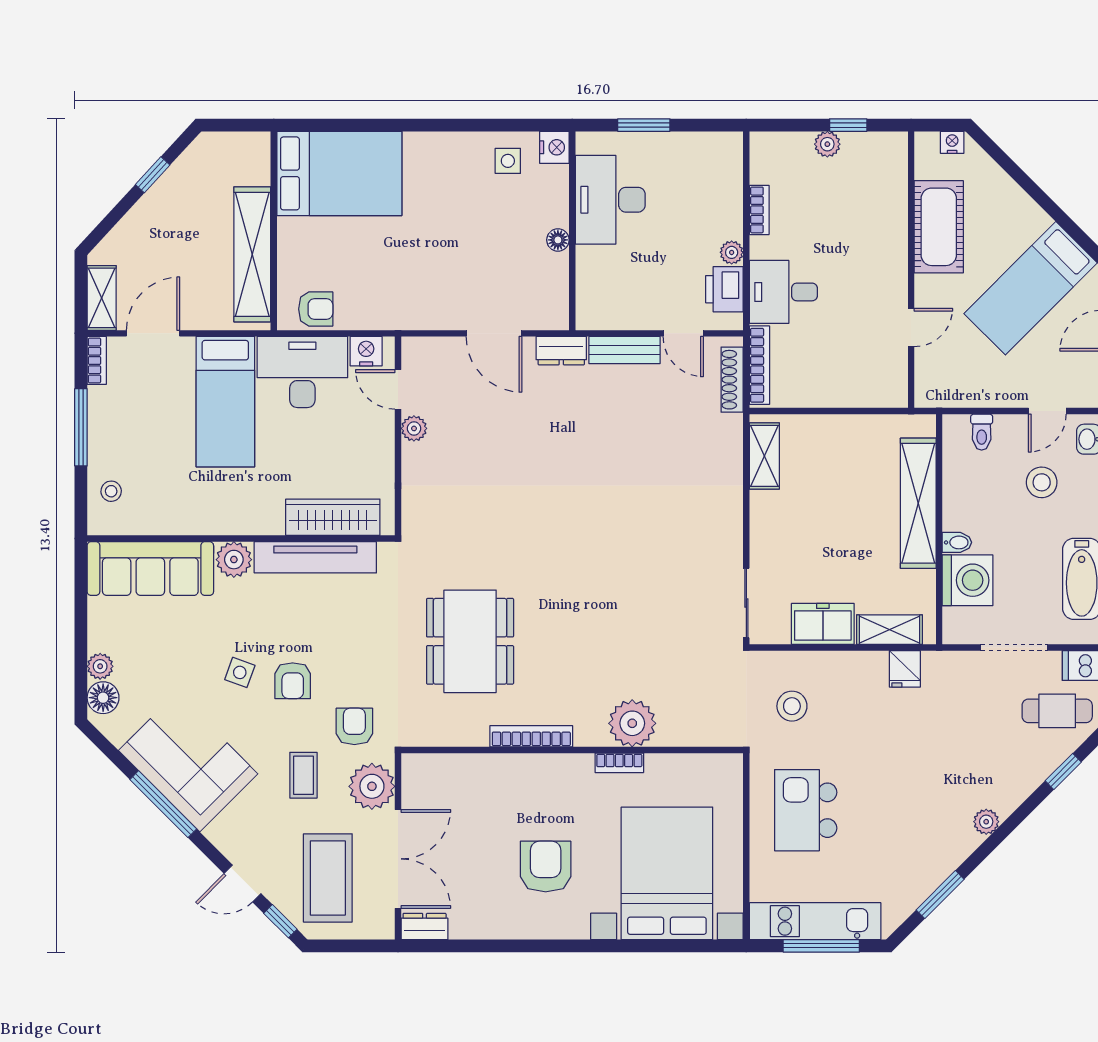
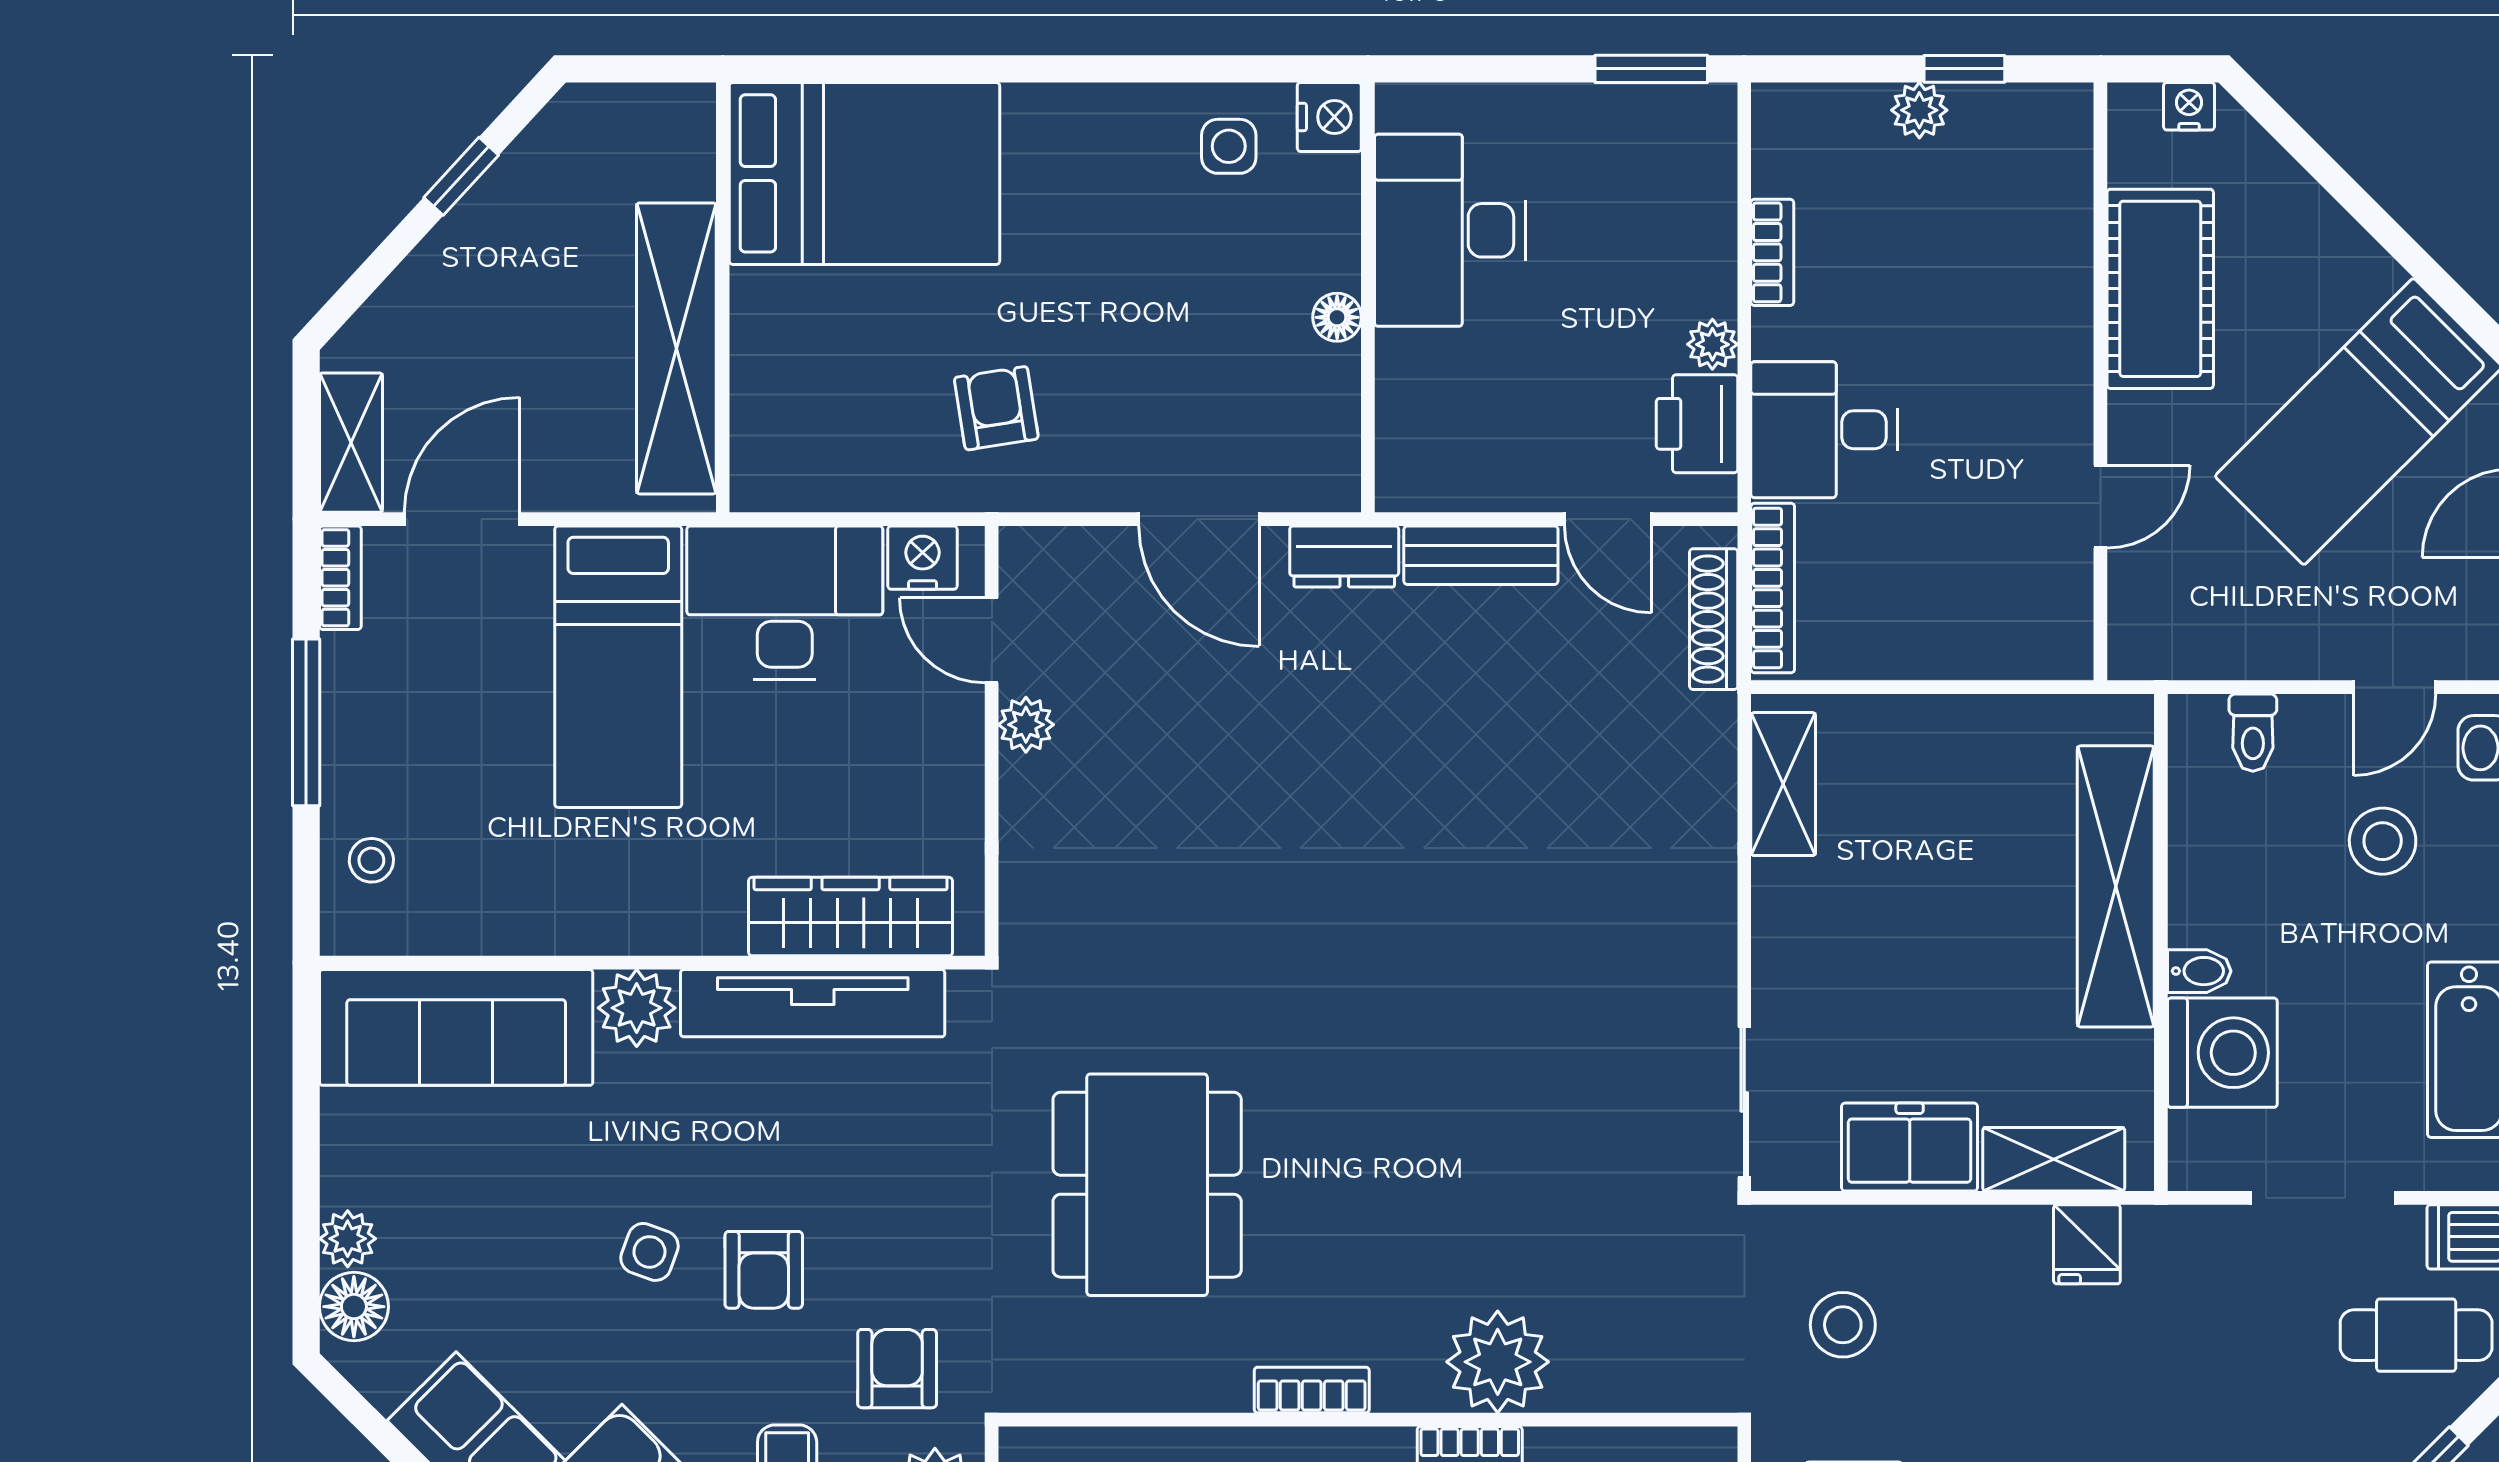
window: (644, 125) -> (1651, 69), moved
armchair: (316, 309) -> (996, 408), moved, turned -99
bookcase: (531, 736) -> (1312, 1390), width x0.64

